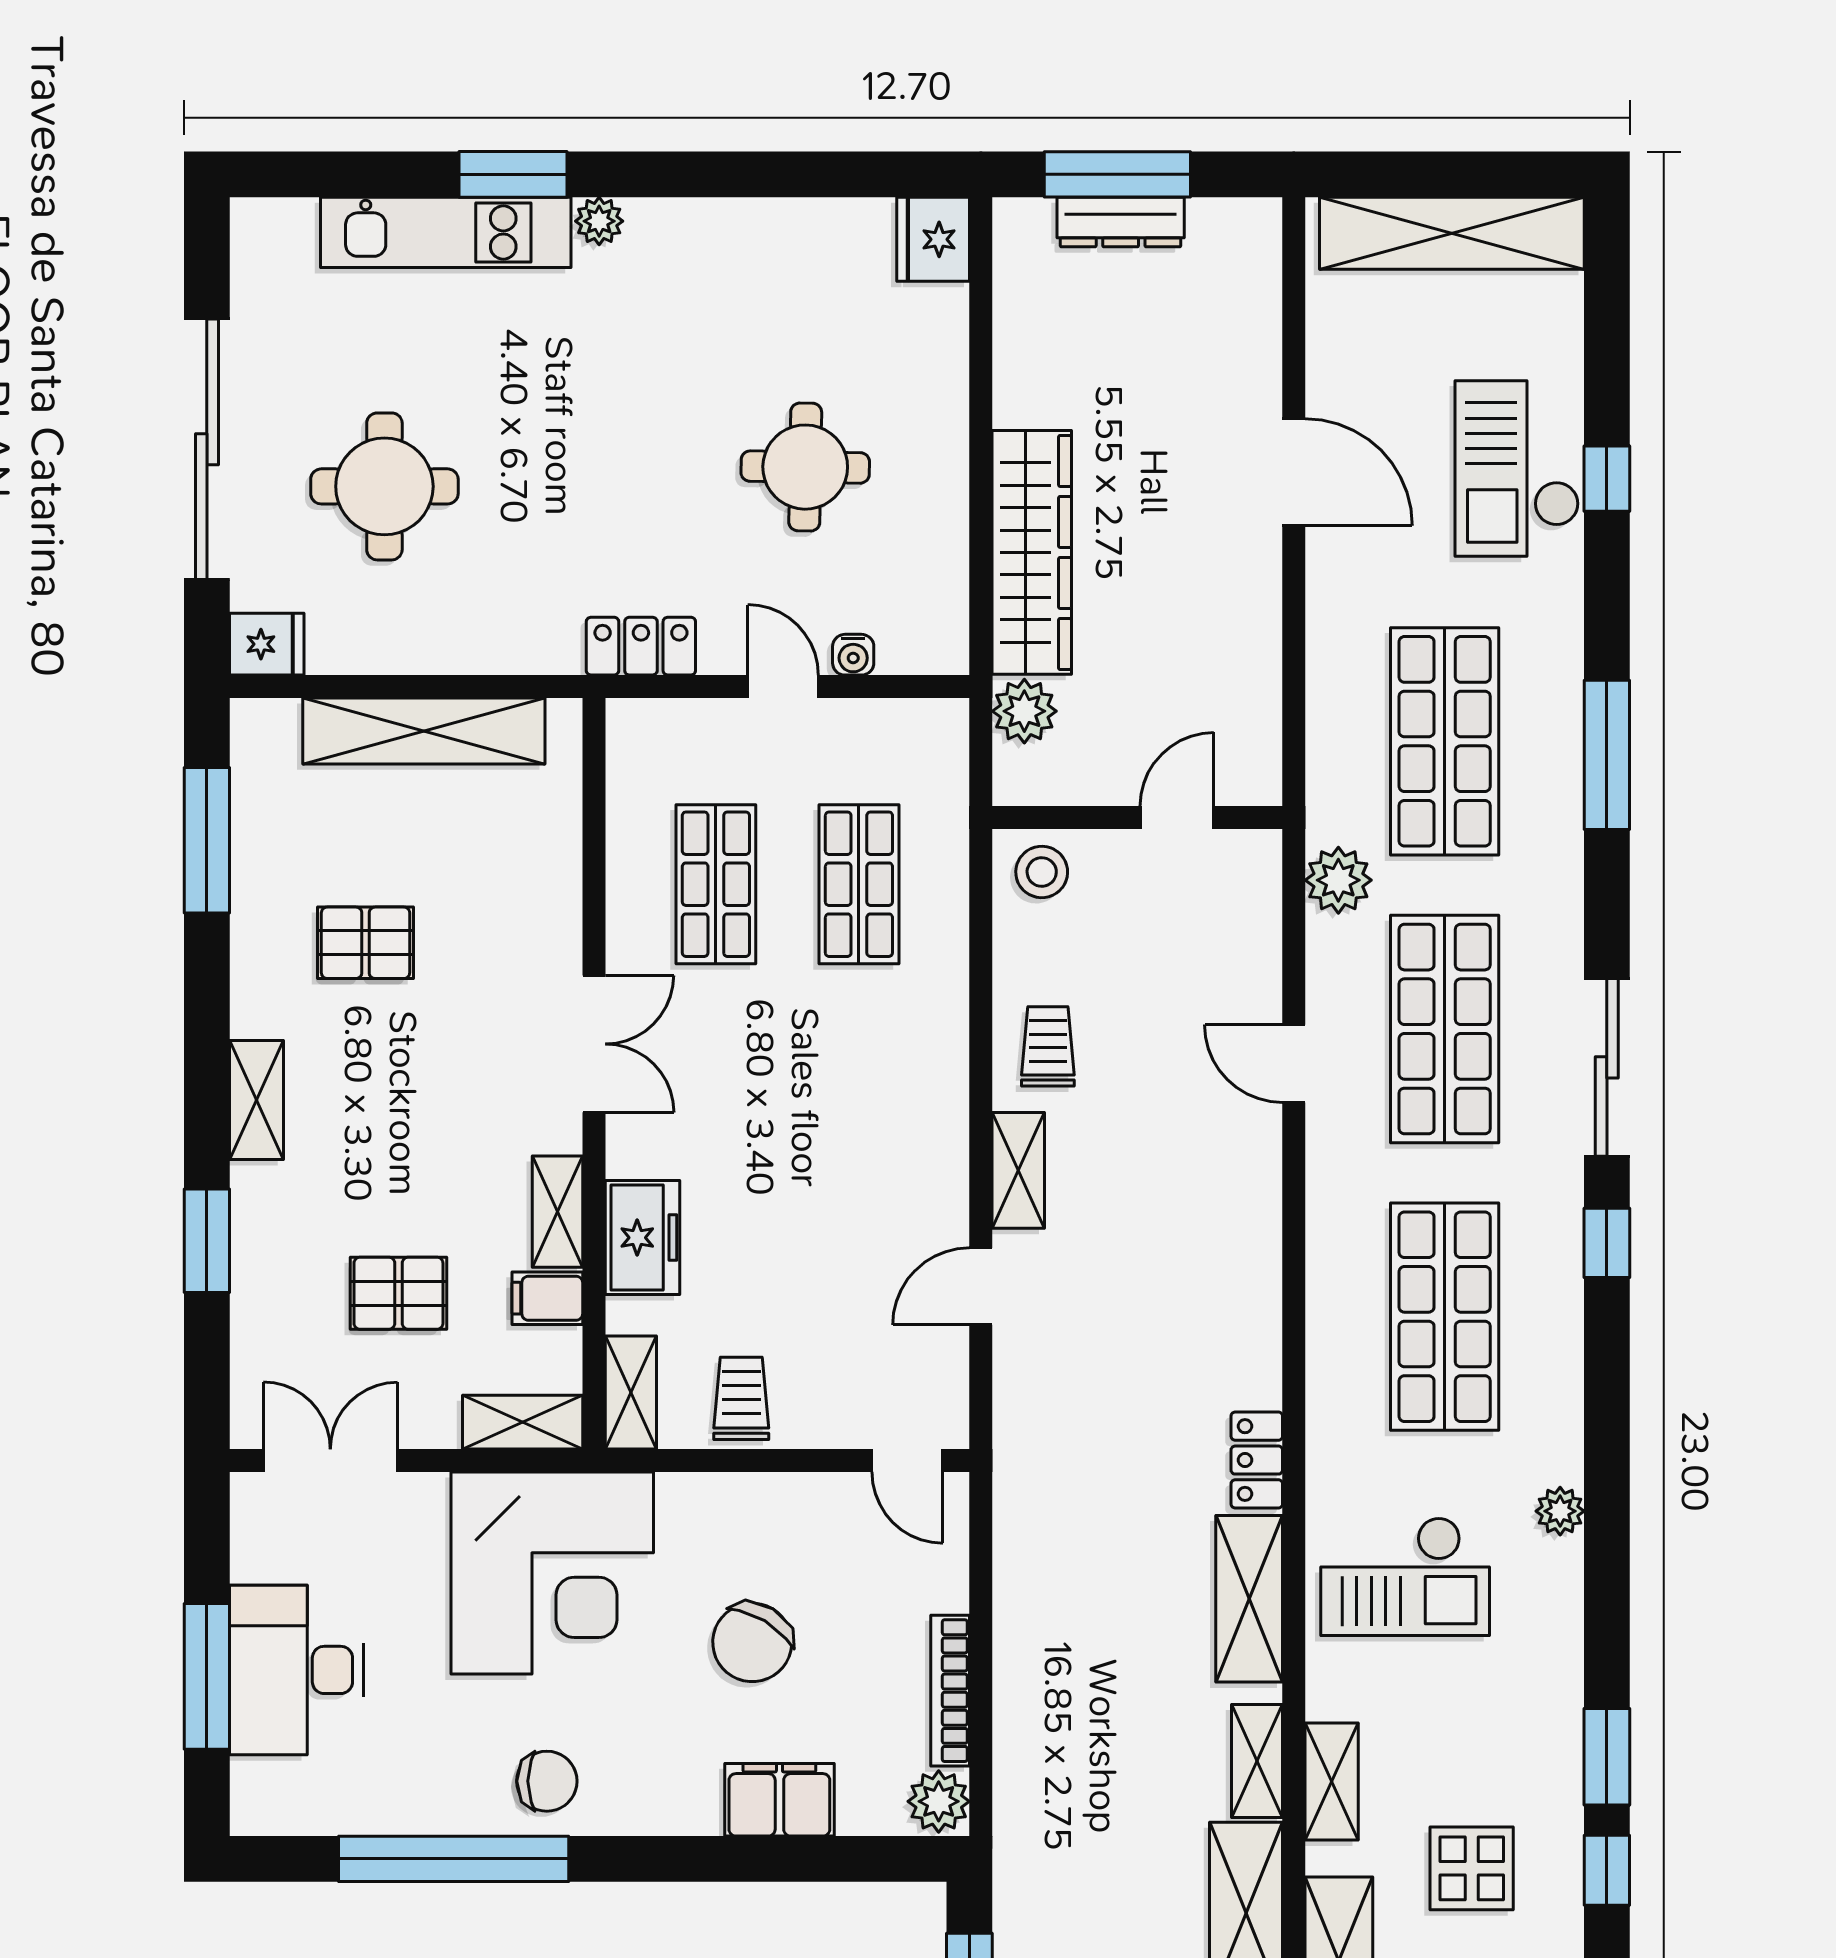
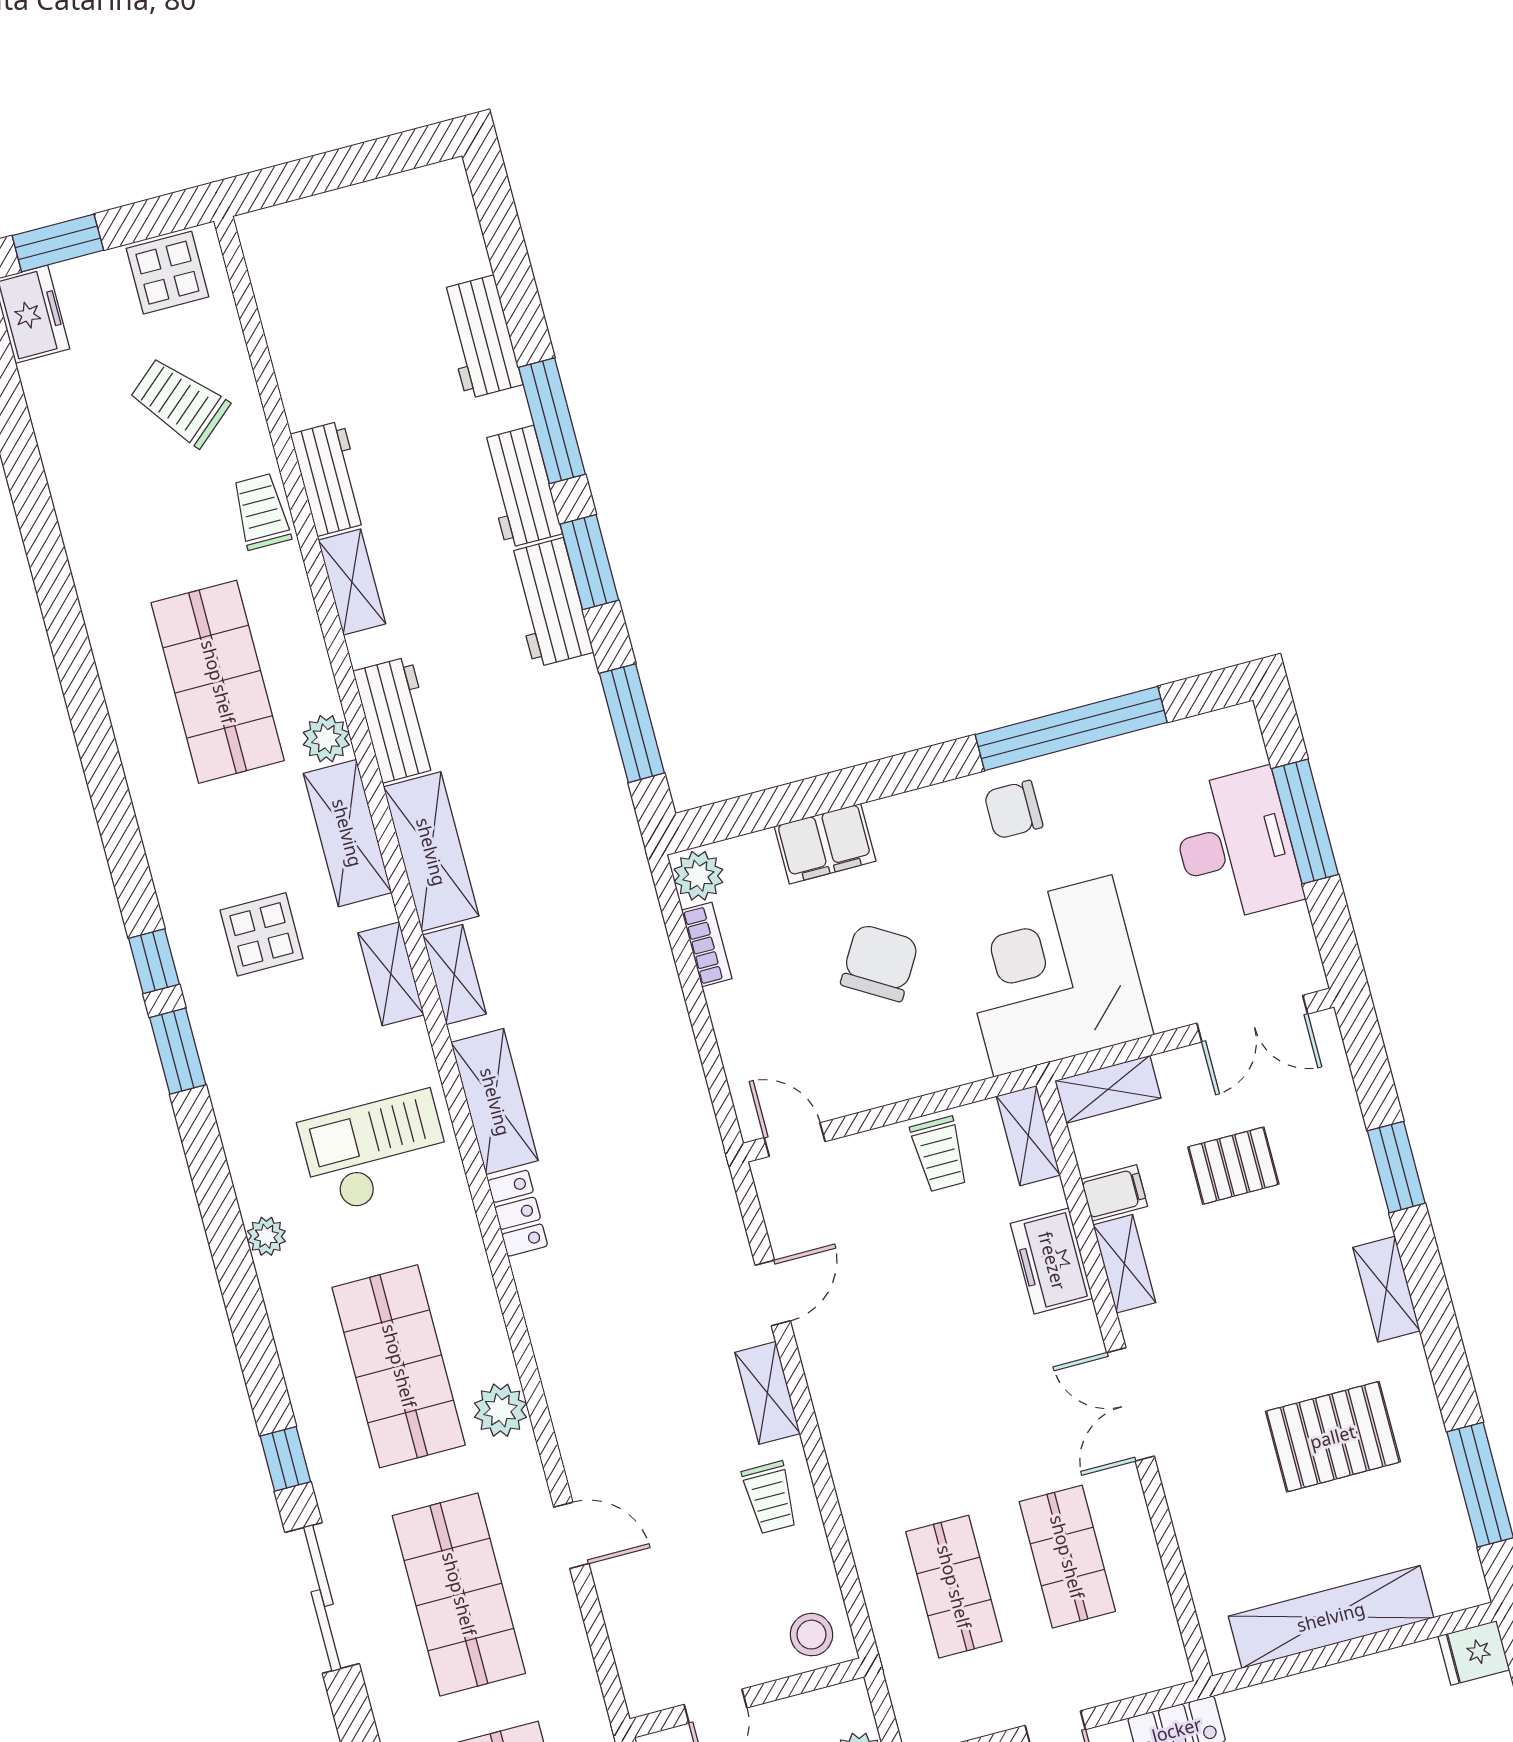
plant: (1338, 880) -> (500, 1410), moved
pallet: (366, 943) -> (1333, 1437), width x1.50, depth x1.42
bookcase: (950, 1691) -> (707, 944), width x0.64

